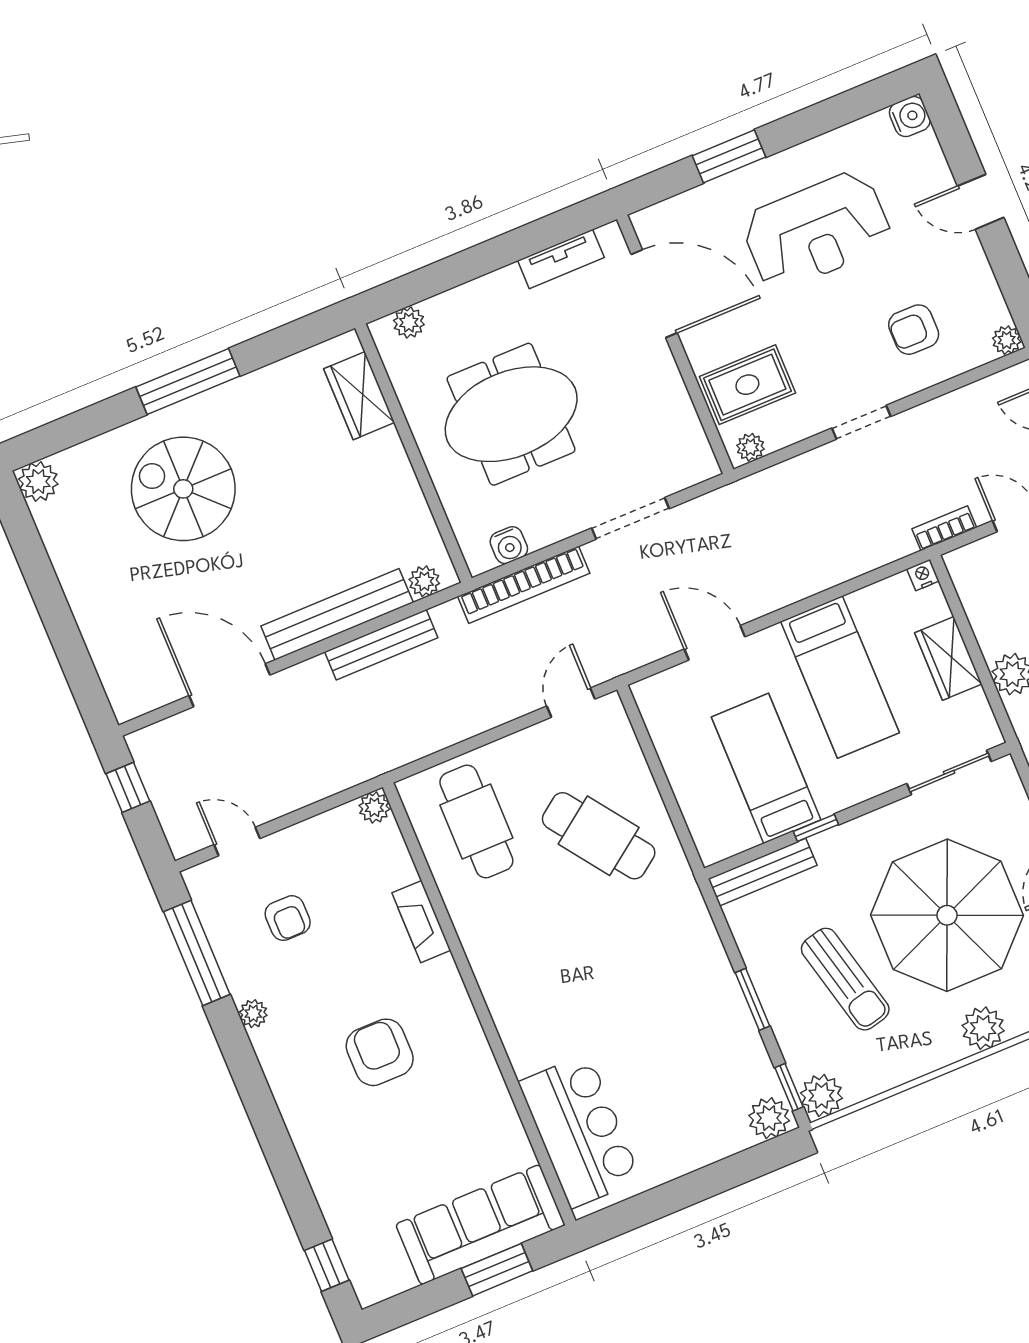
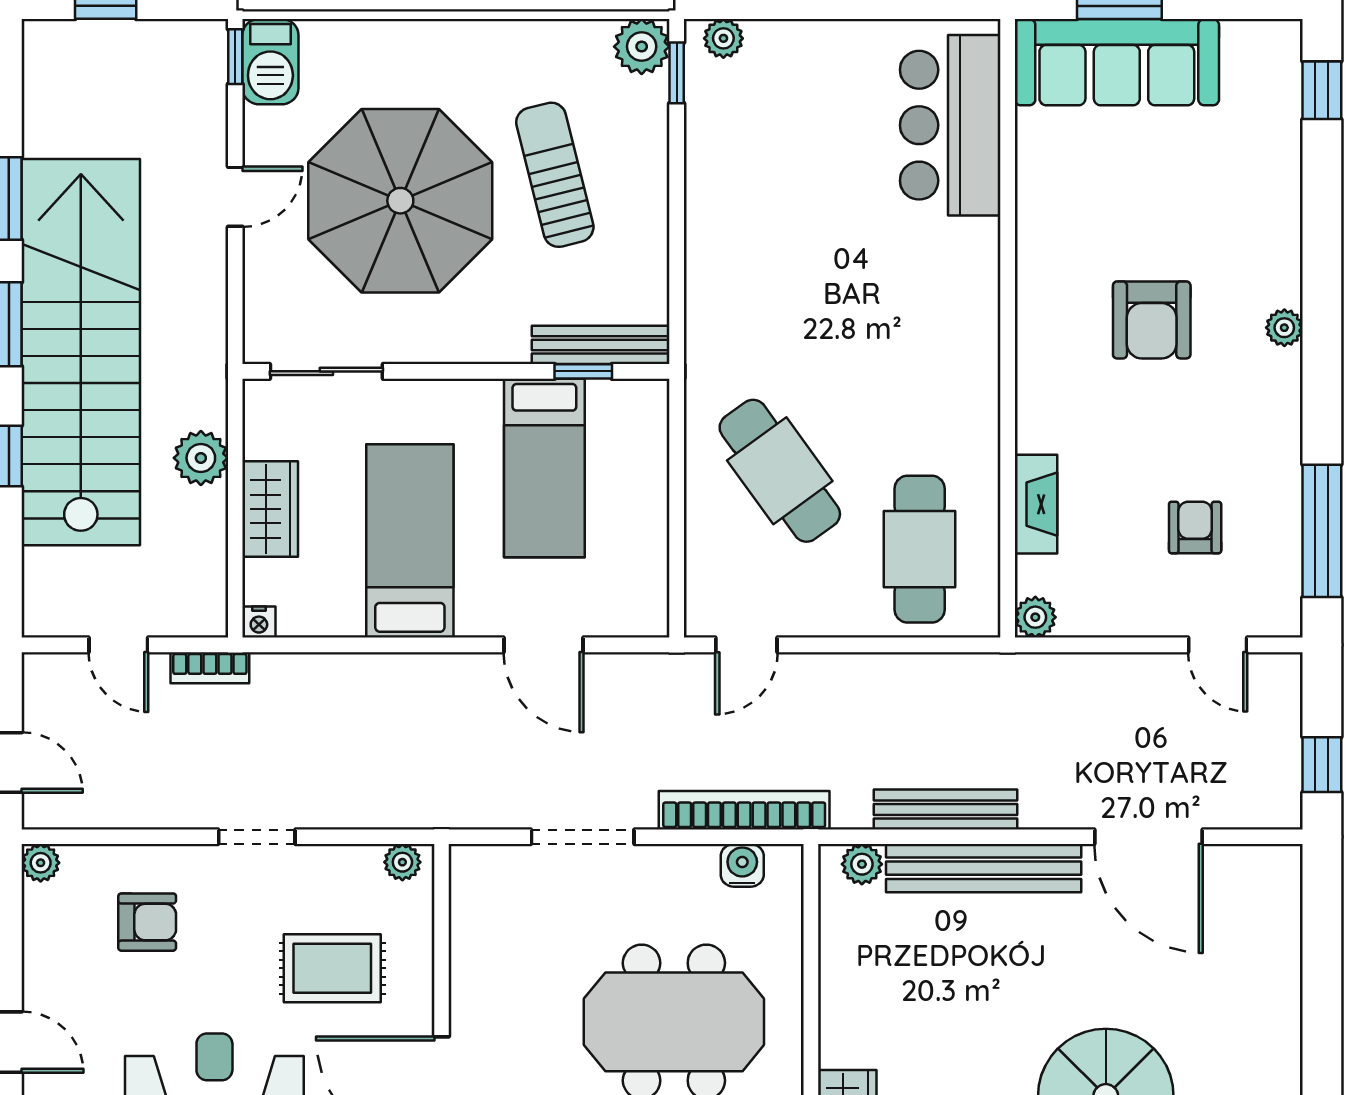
rug: (747, 385) -> (332, 968), moved
window: (816, 828) -> (583, 371), moved
fireplace: (421, 922) -> (1036, 504), moved
window: (752, 999) -> (677, 197), removed
plant: (253, 1014) -> (1284, 328), moved
plant: (983, 1028) -> (413, 47), removed
plant: (769, 1118) -> (723, 38), width x0.73, depth x0.73

